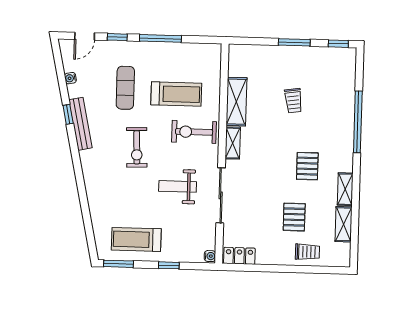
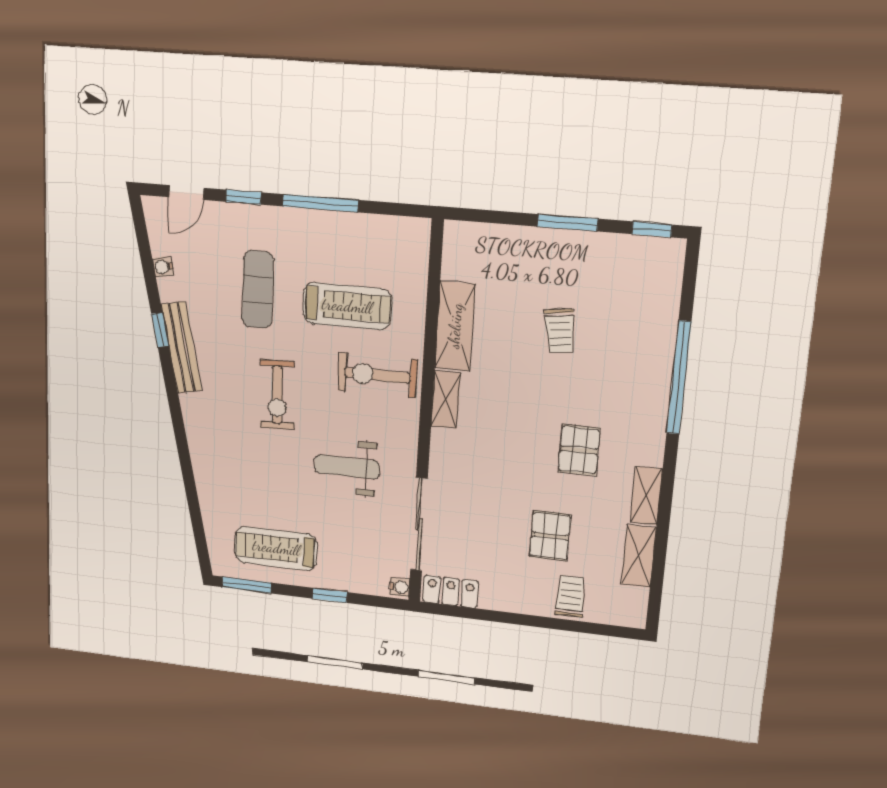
sliding door: (221, 195) -> (419, 524), moved
trolley: (307, 252) -> (570, 596), turned -90

